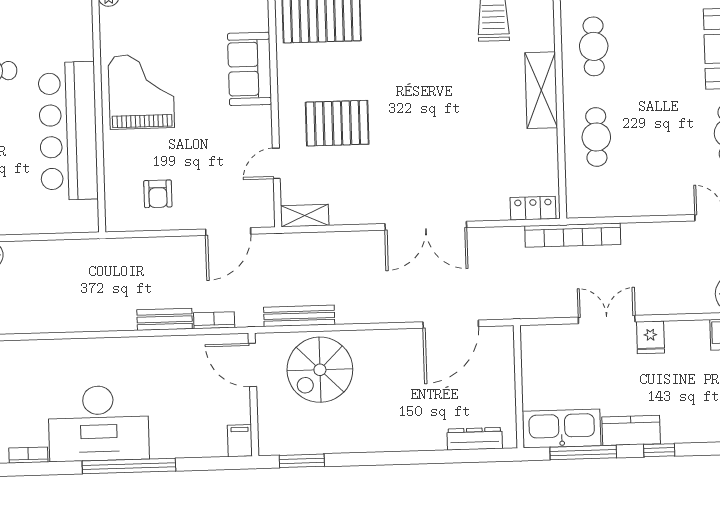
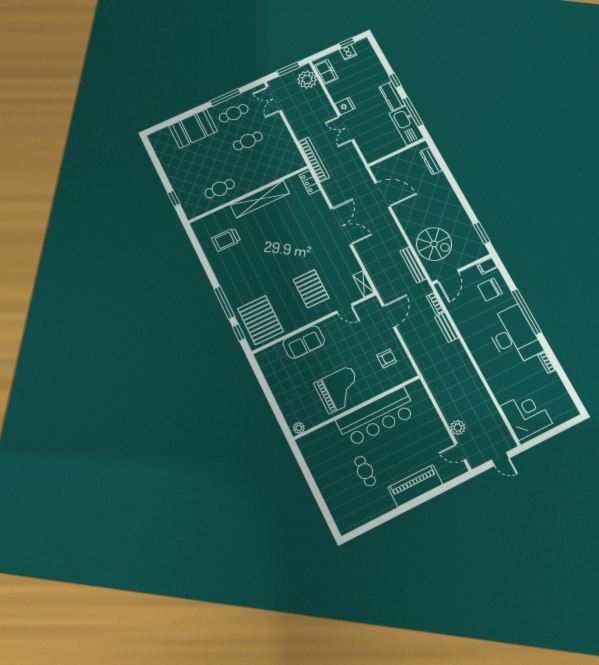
shelving: (541, 90) -> (260, 199), width x1.47
grand piano: (141, 92) -> (340, 390), turned 180
cafe table: (596, 137) -> (248, 141), moved
door: (228, 232) -> (389, 316), hinge flipped
chair: (196, 424) -> (490, 290), added

